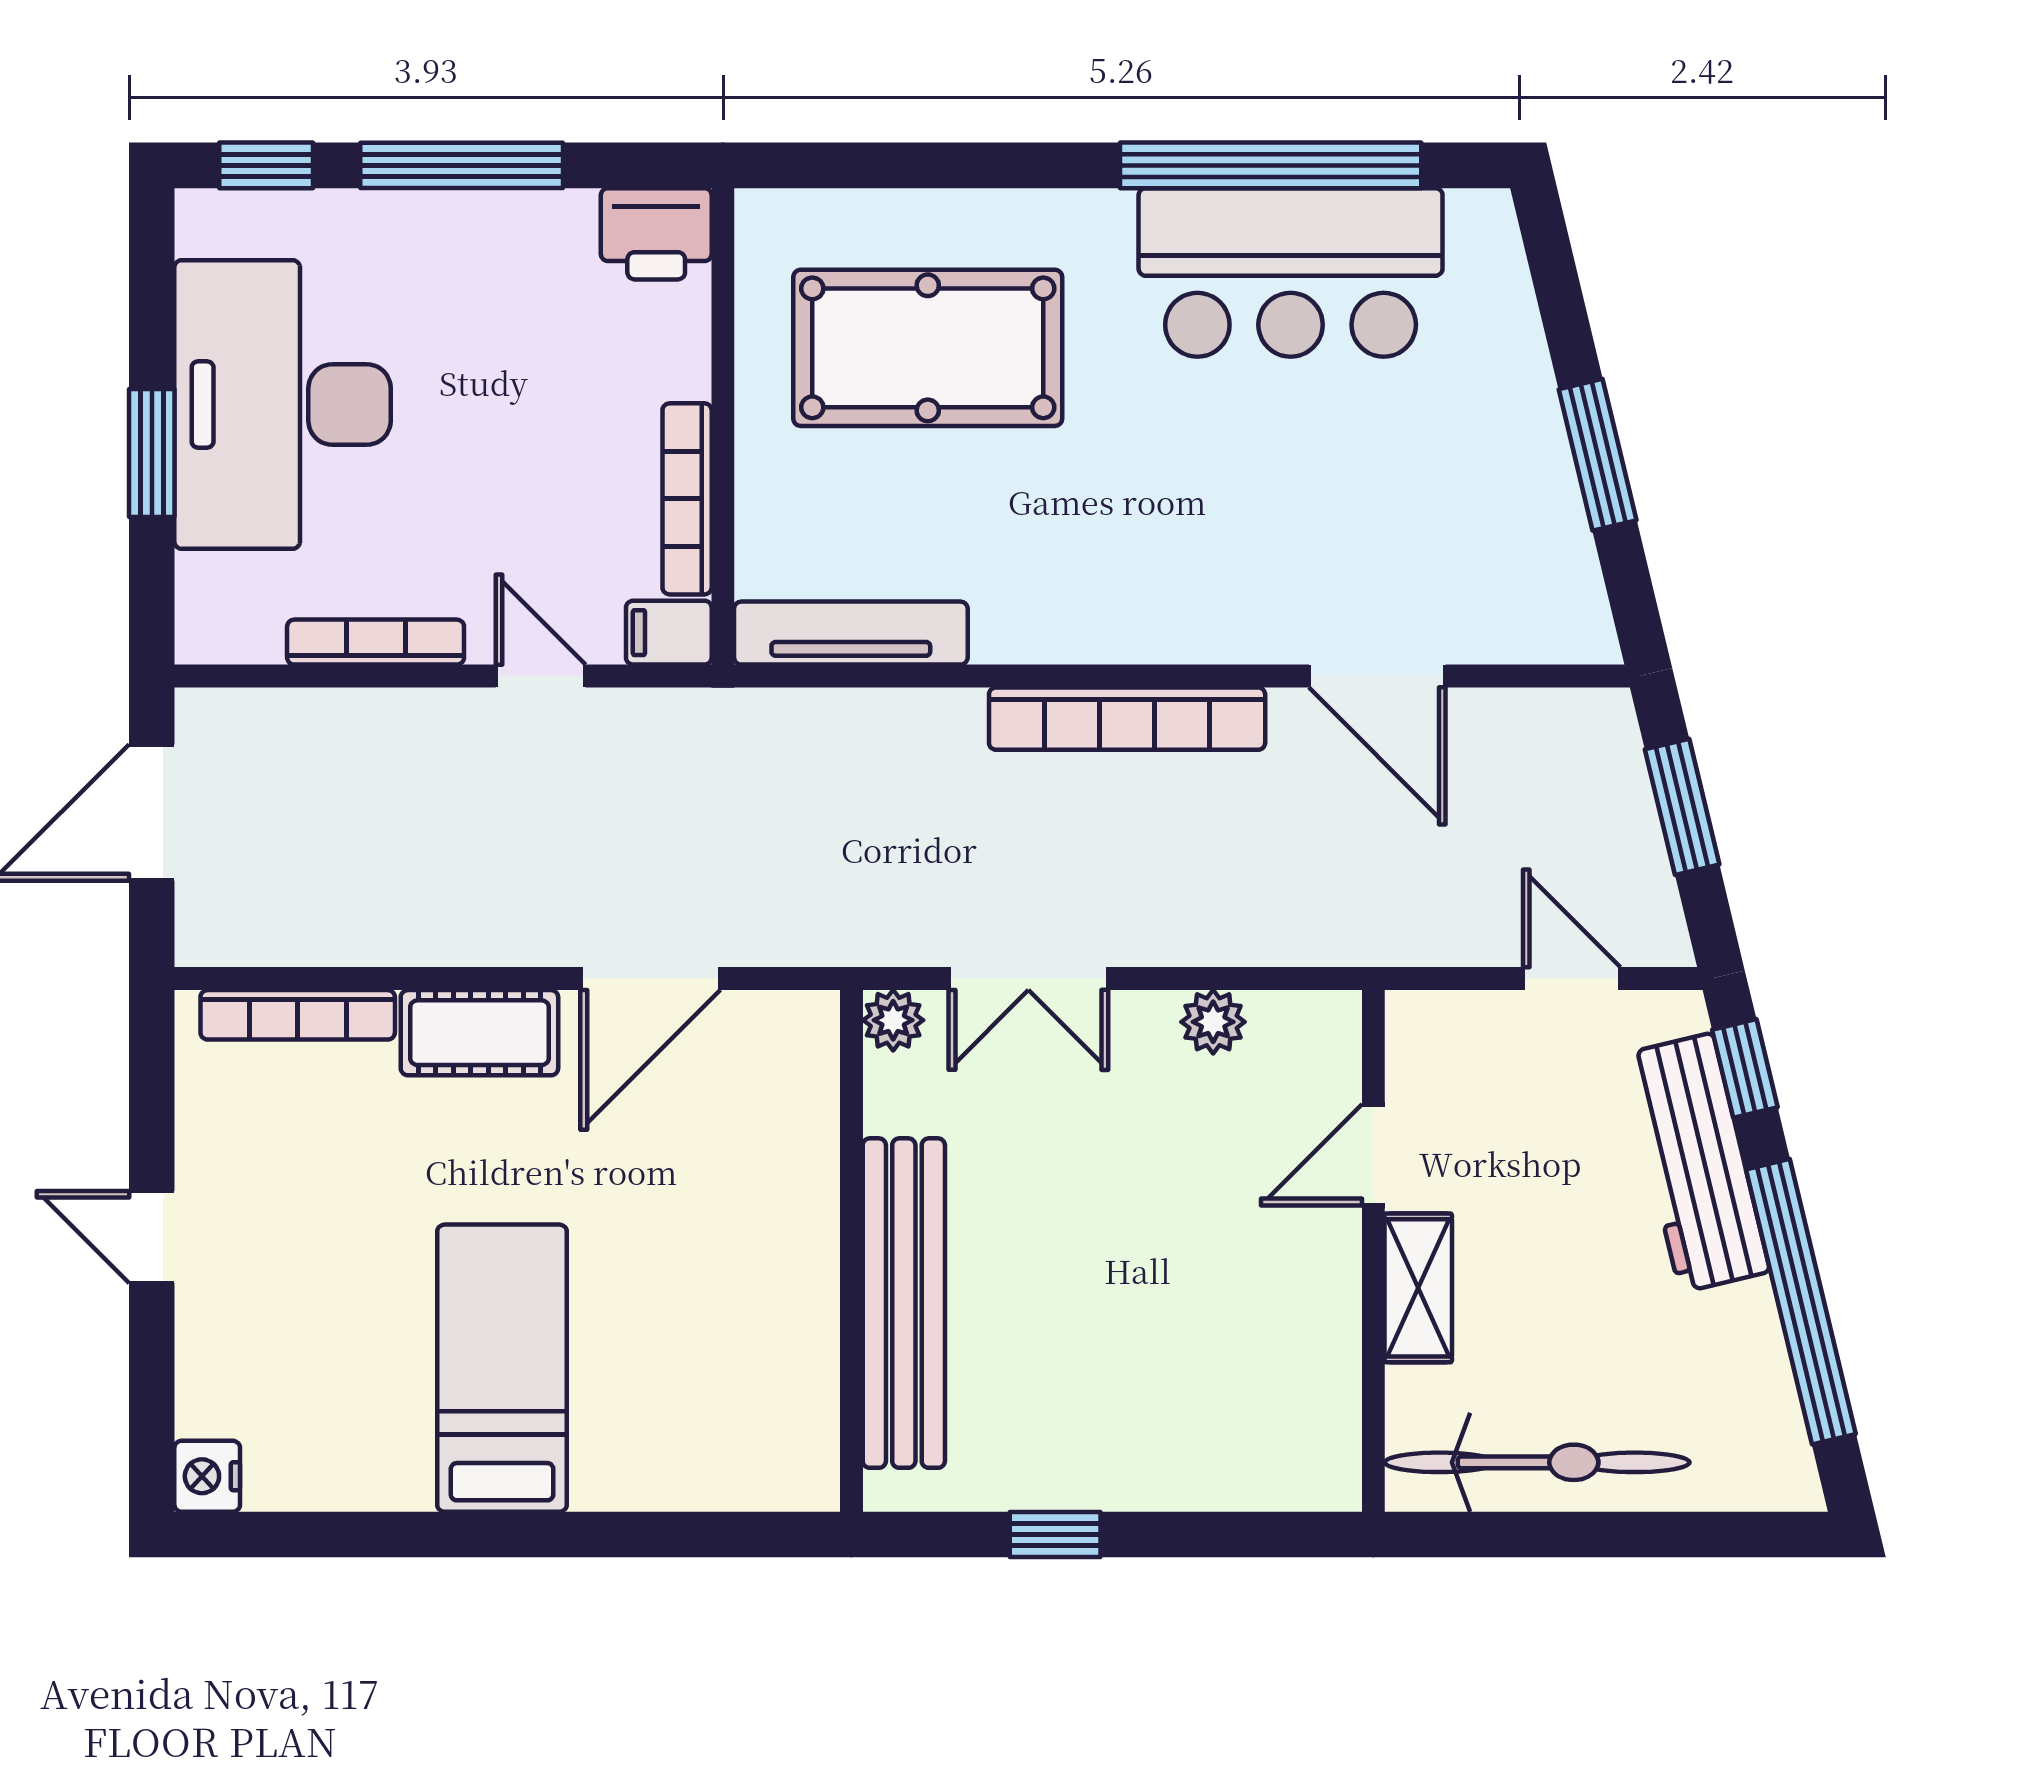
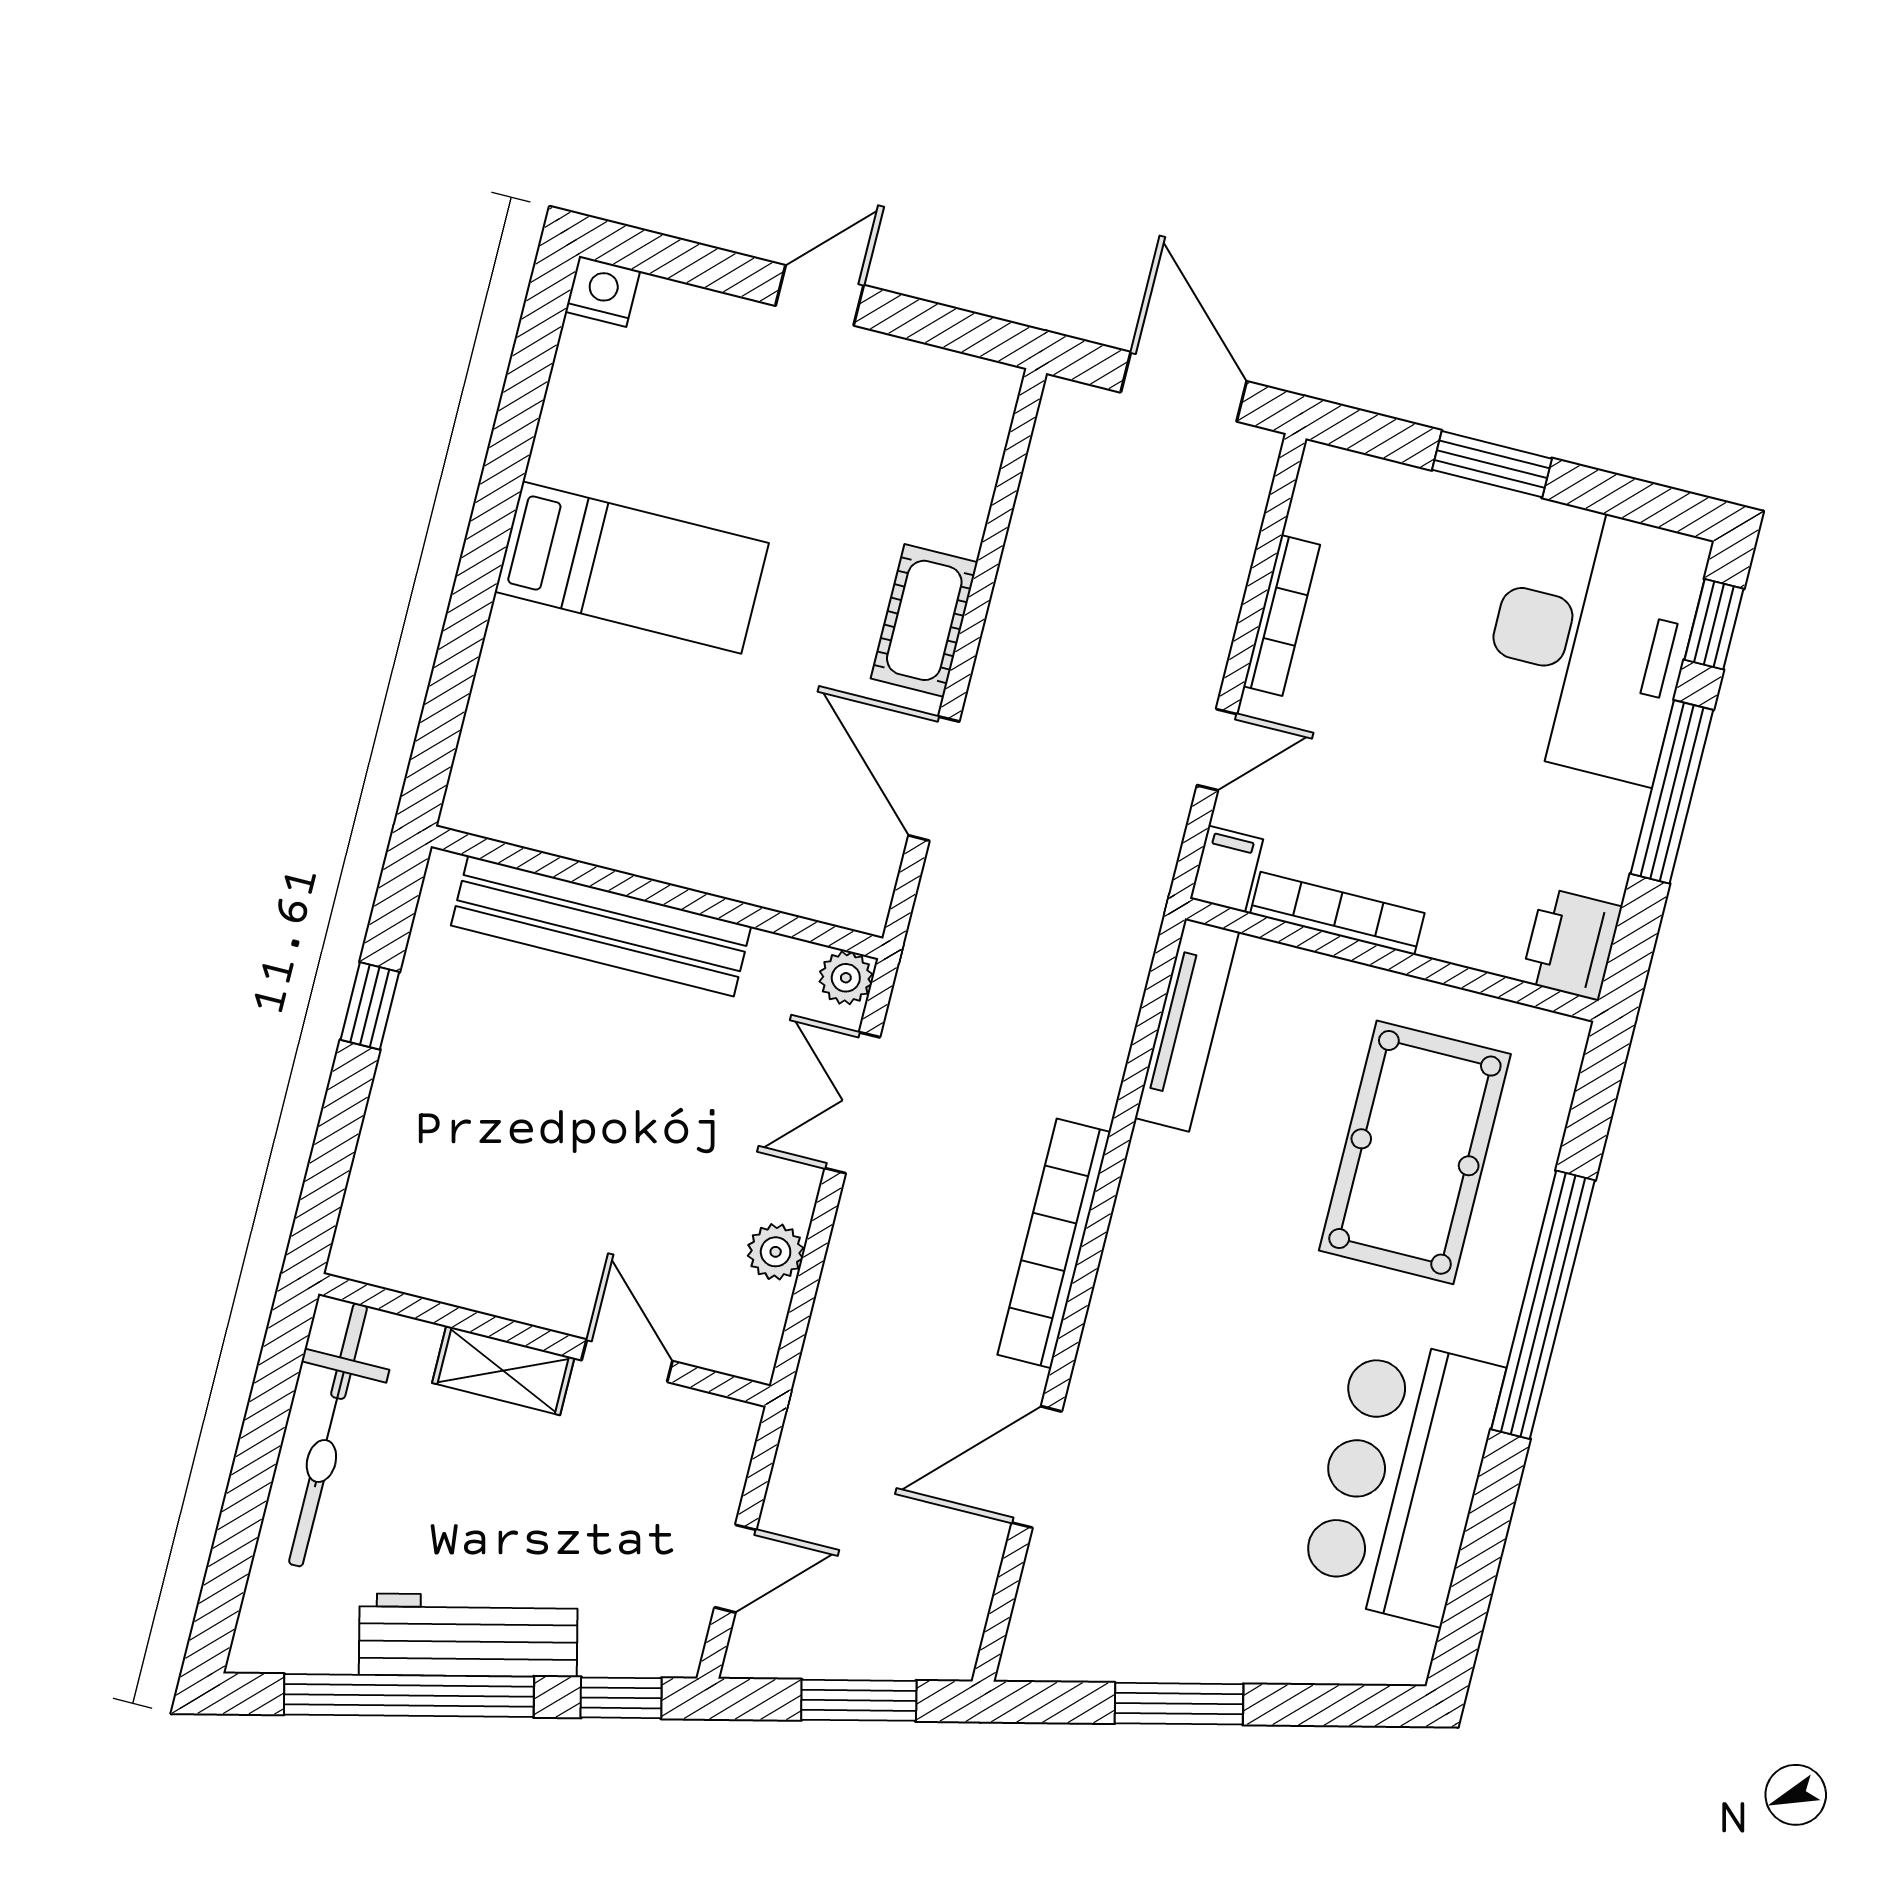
window: (1271, 165) -> (1543, 1305), moved
desk: (283, 405) -> (1590, 641), moved, turned 90
bookcase: (298, 1015) -> (979, 468), removed
workbench: (1697, 1163) -> (468, 1635), moved

